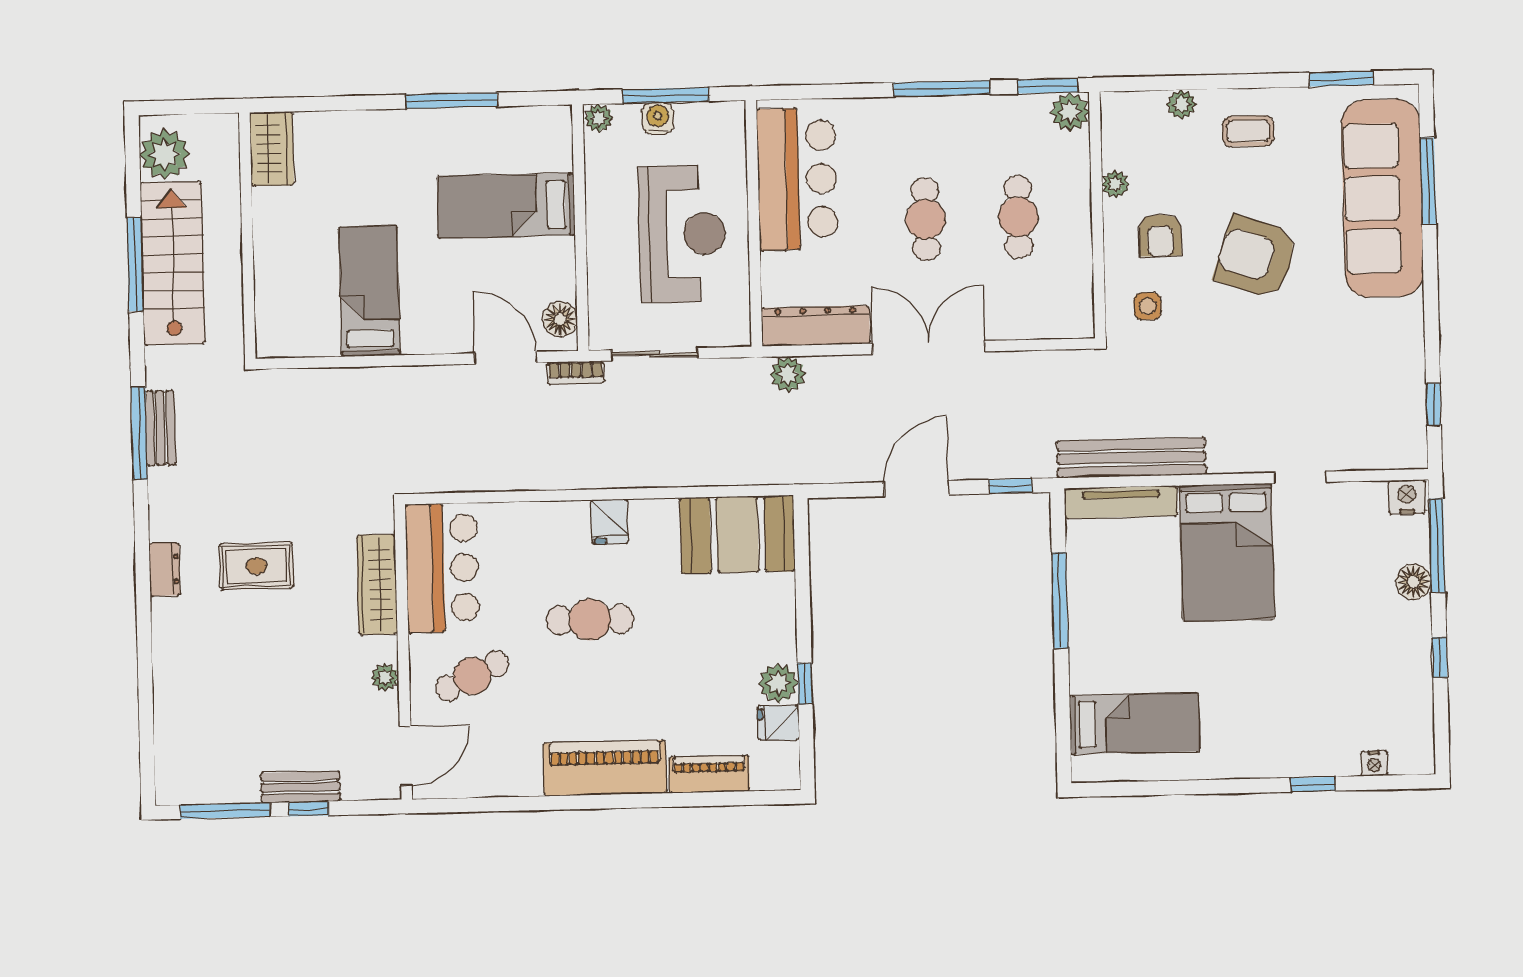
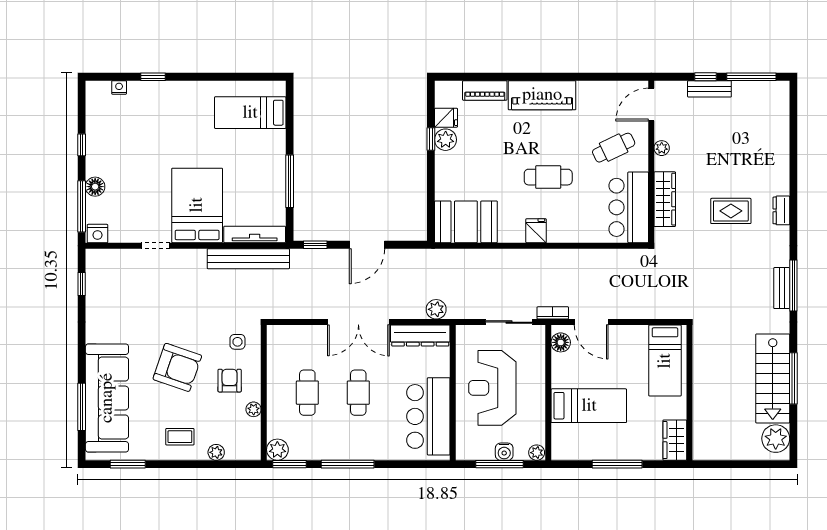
wardrobe: (272, 149) -> (675, 440), moved
wall: (247, 236) -> (689, 393), moved

